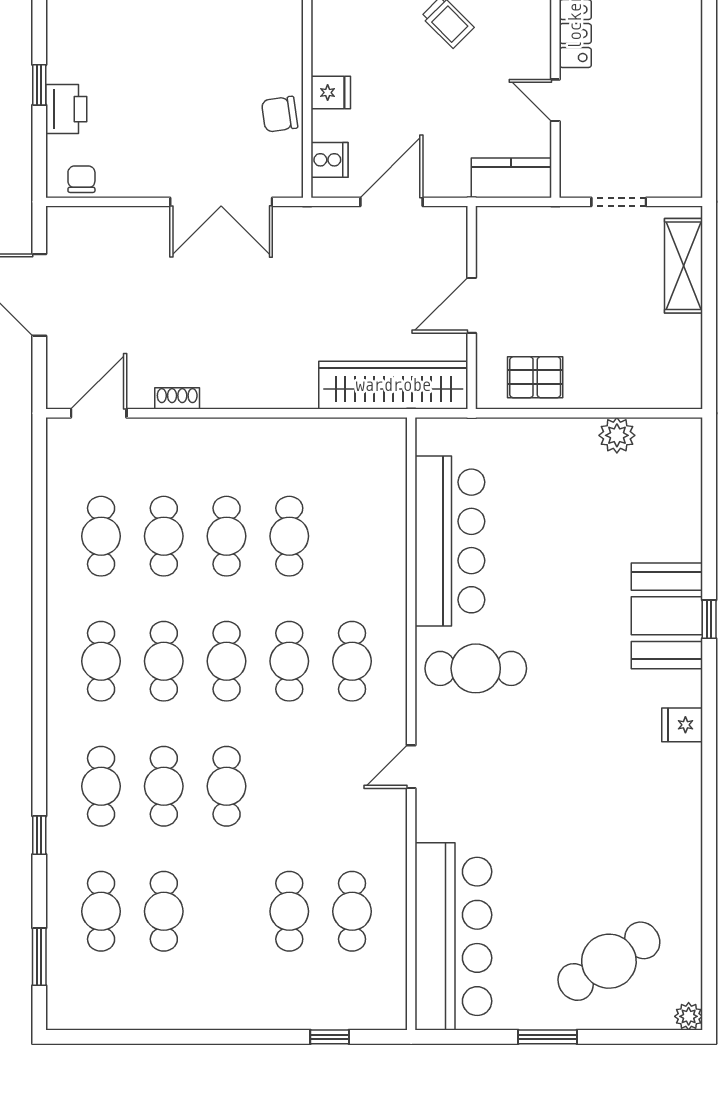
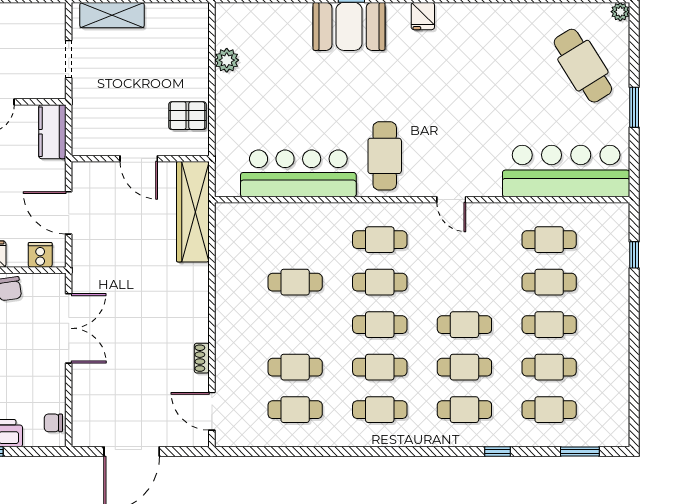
pallet: (535, 377) -> (187, 116), turned 90
cafe table: (227, 536) -> (549, 325), moved

